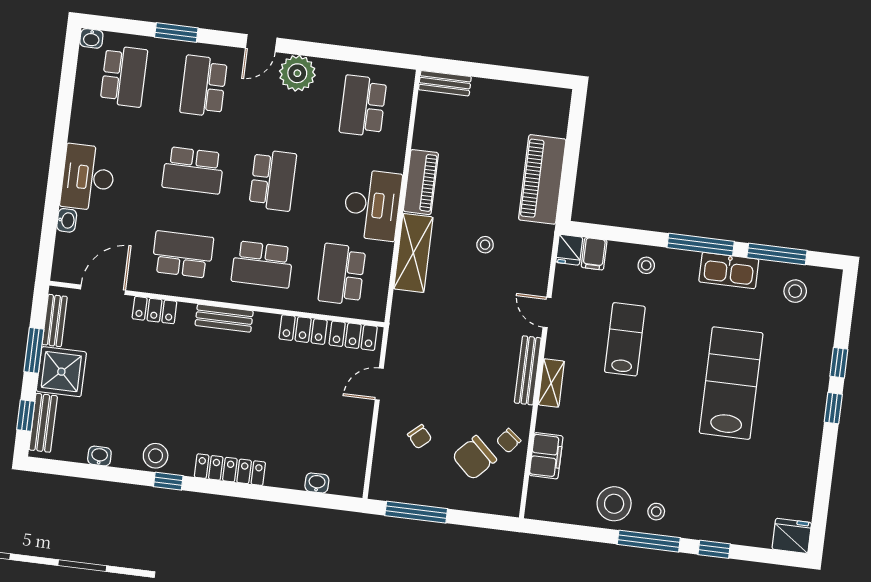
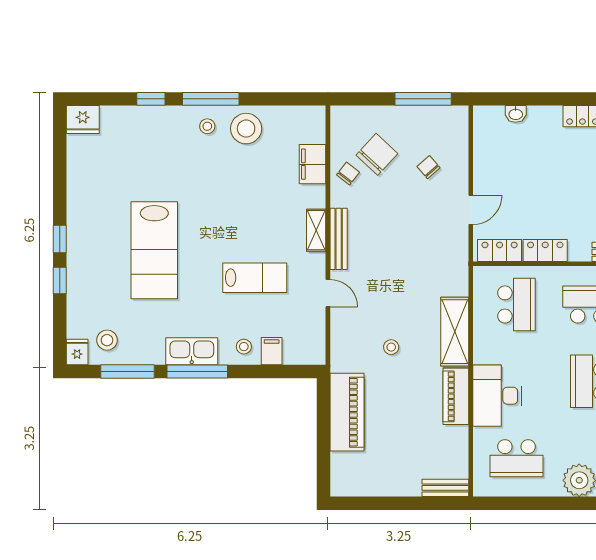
school desk: (363, 106) -> (517, 458), turned 90
desk: (372, 205) -> (497, 396), moved
fridge: (569, 250) -> (77, 352), moved
filing cabinet: (594, 254) -> (272, 351), moved
kitchen sink: (729, 270) -> (192, 351), moved
lab bench: (625, 339) -> (255, 278), turned -90

